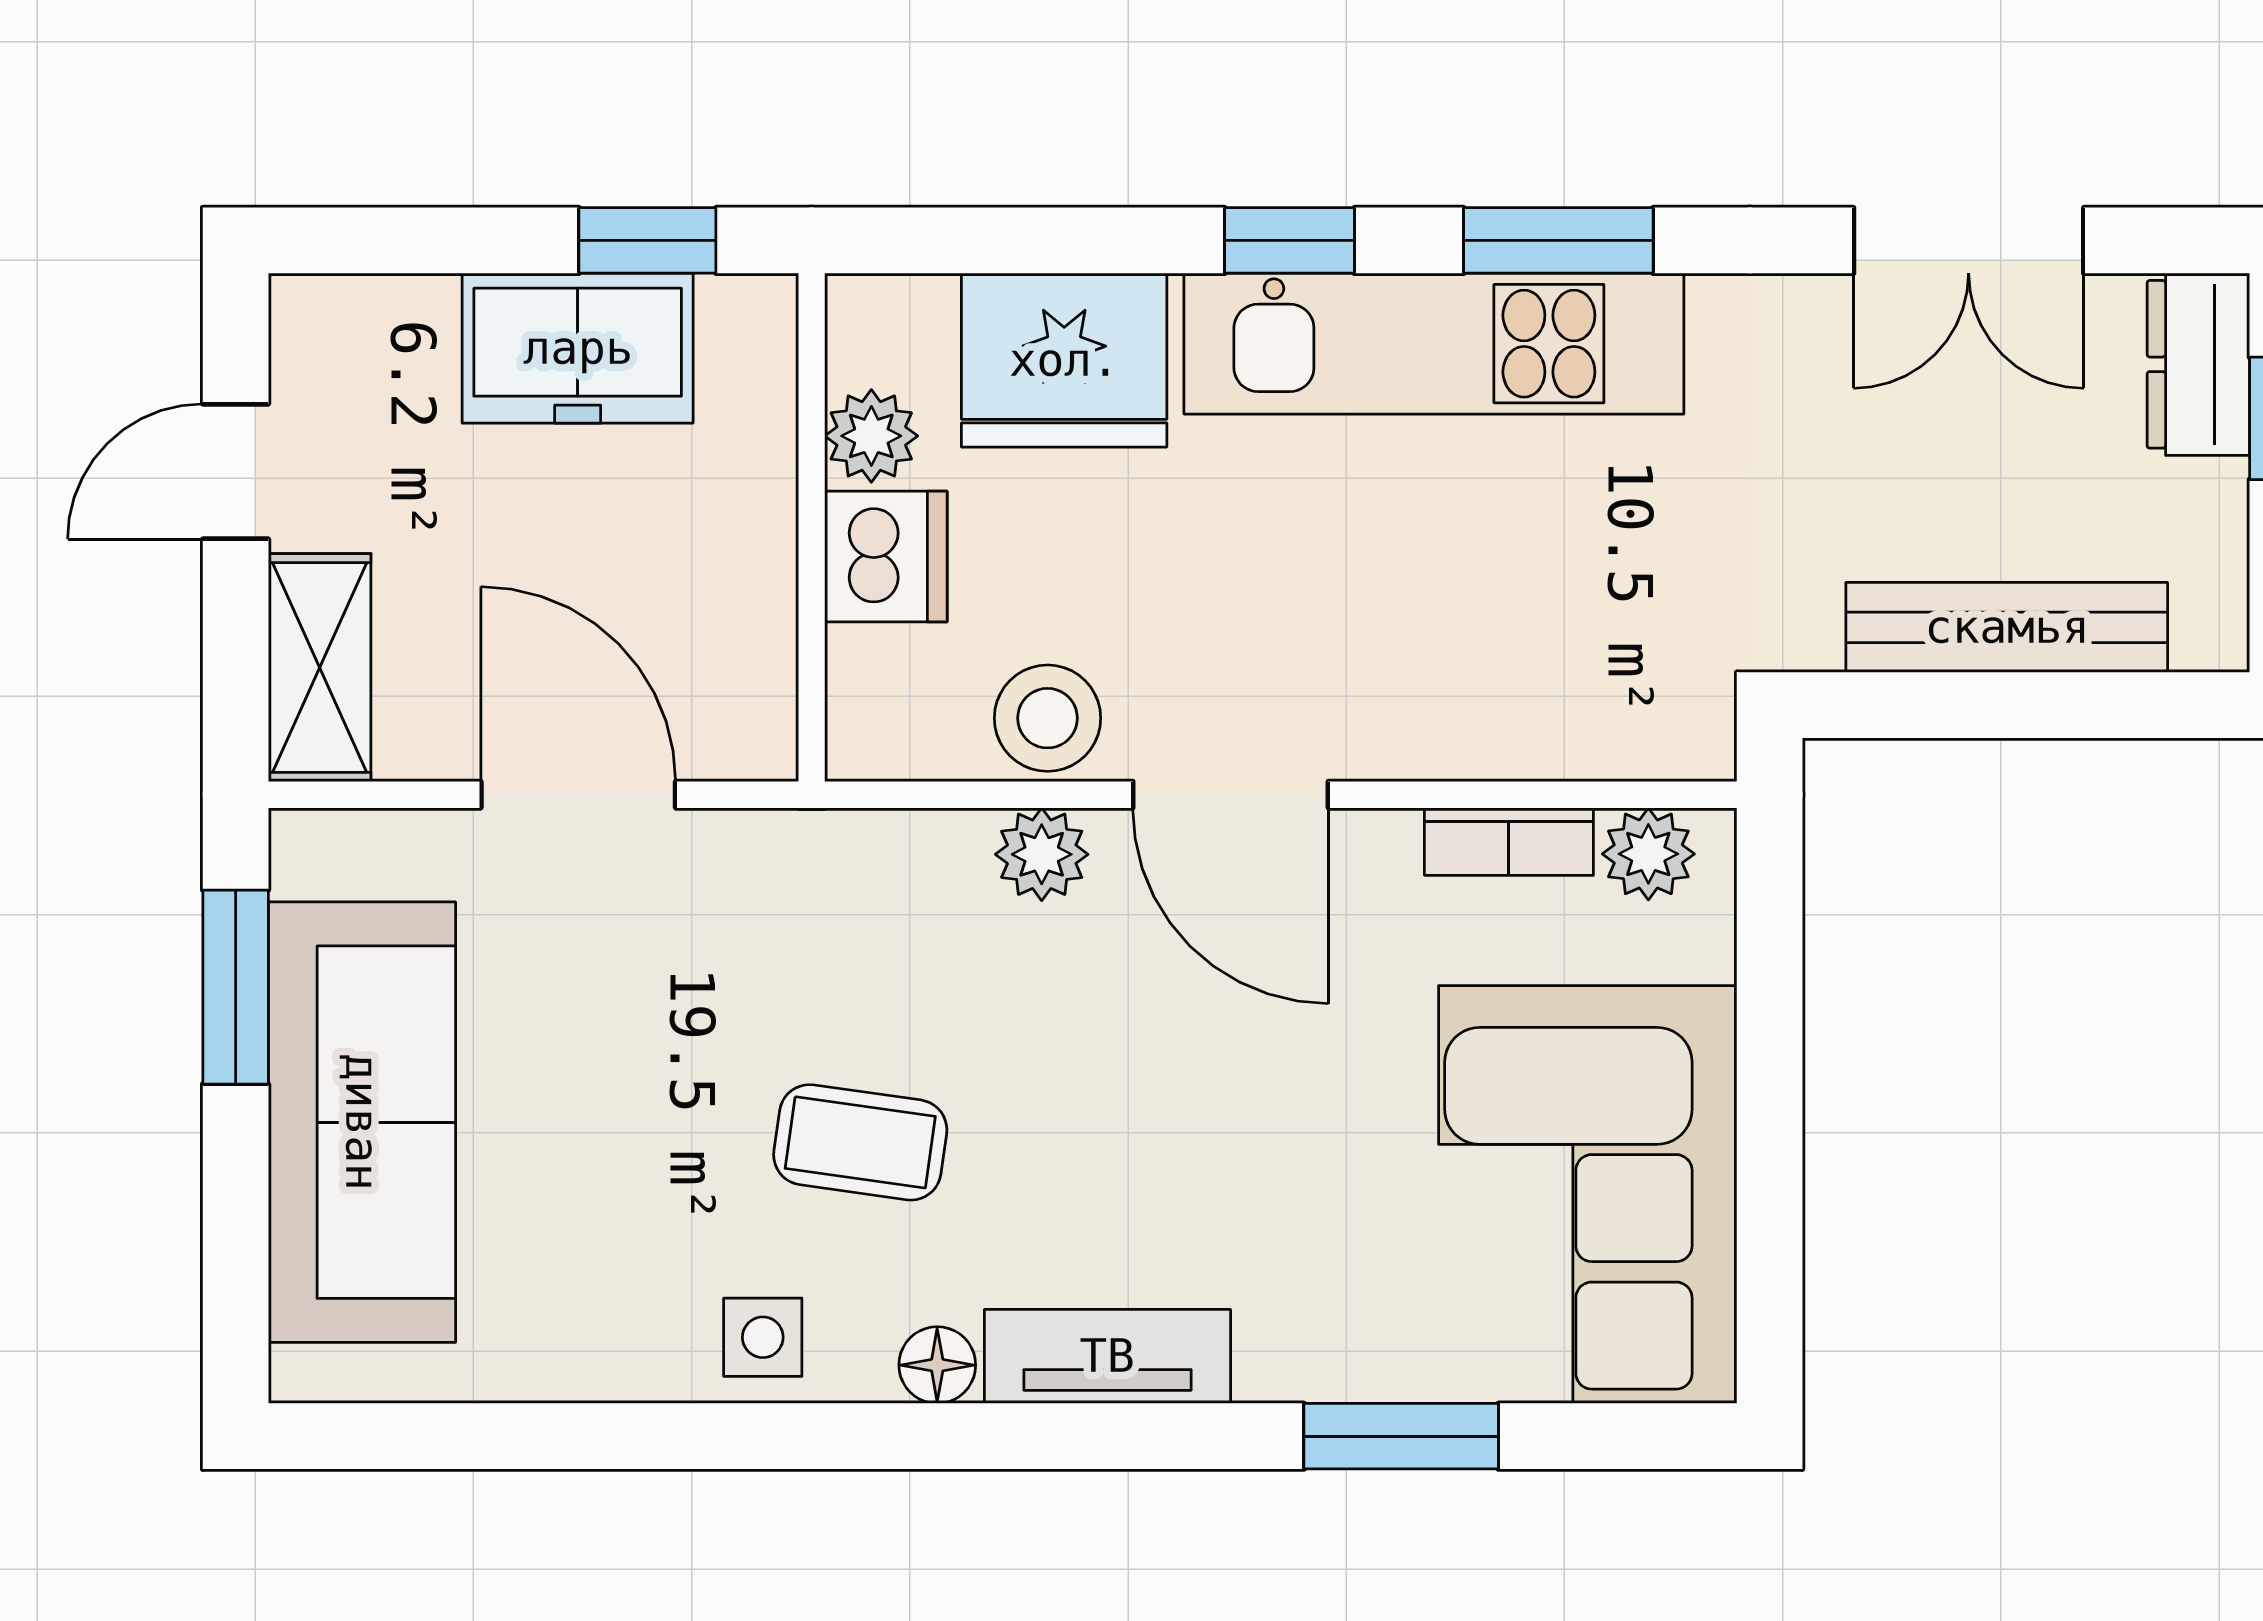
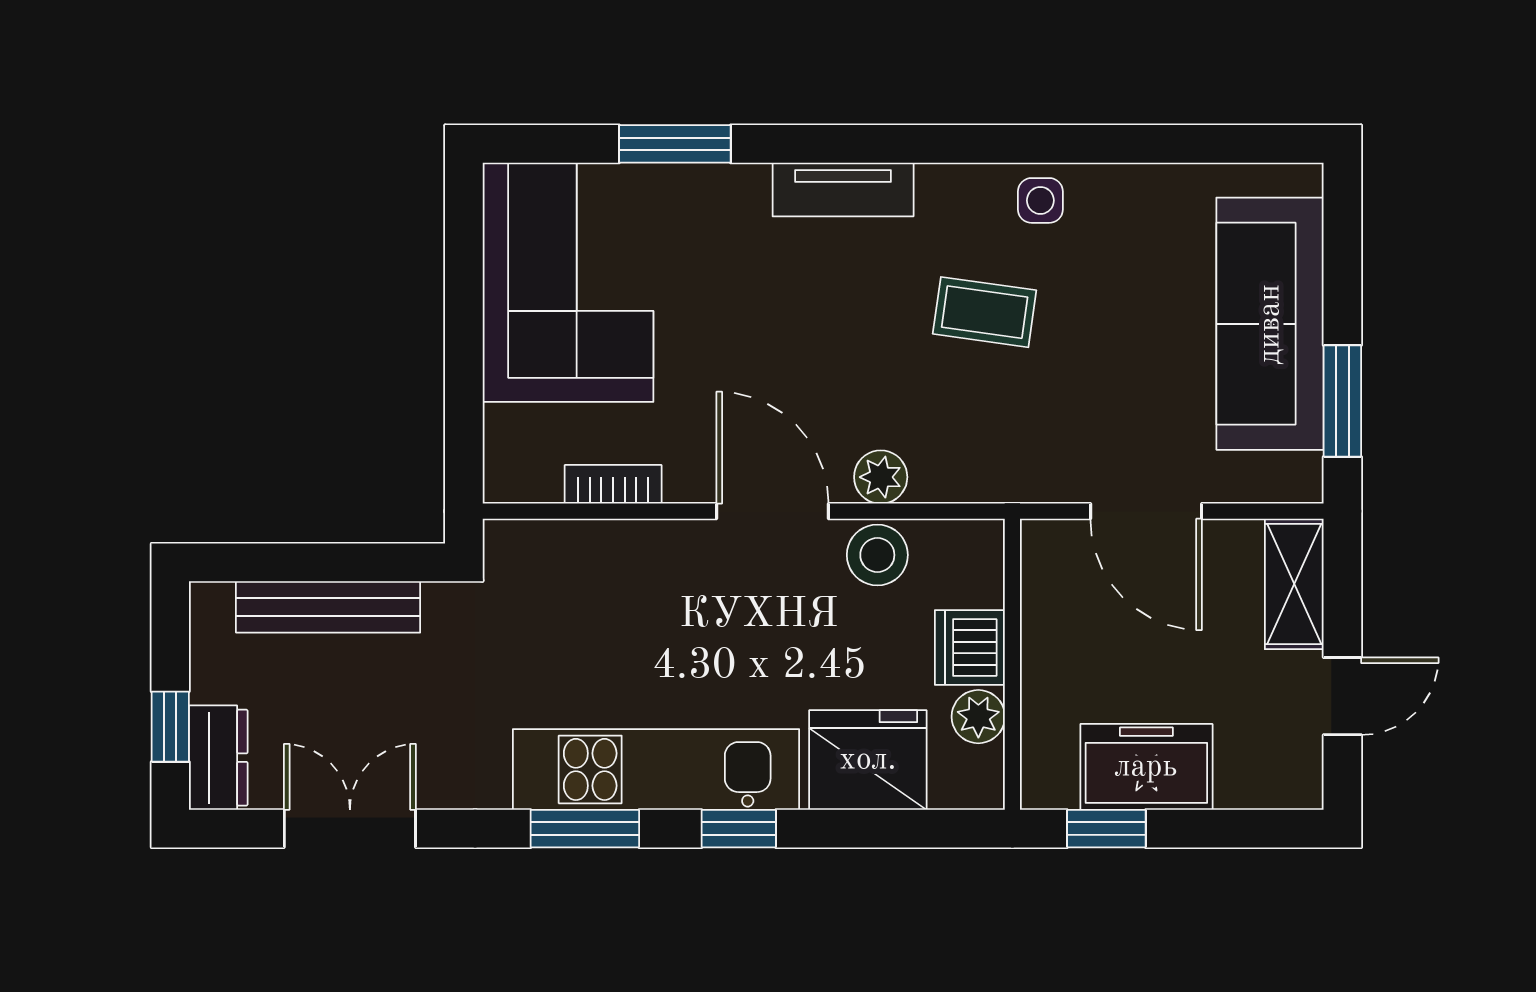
plant: (1648, 854) -> (533, 477), removed
floor lamp: (937, 1365) -> (940, 185), removed

